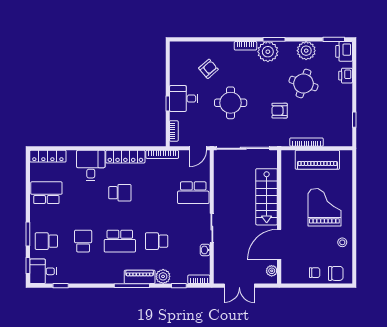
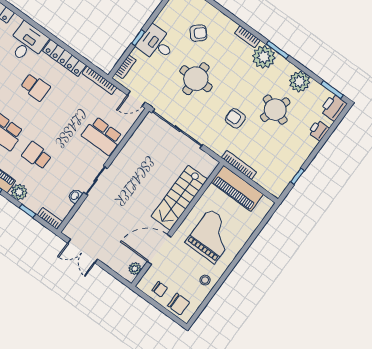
stairs: (267, 197) -> (179, 198), moved
wall: (279, 217) -> (177, 224), moved
door: (279, 244) -> (159, 249), moved
plant: (272, 271) -> (135, 269), moved

